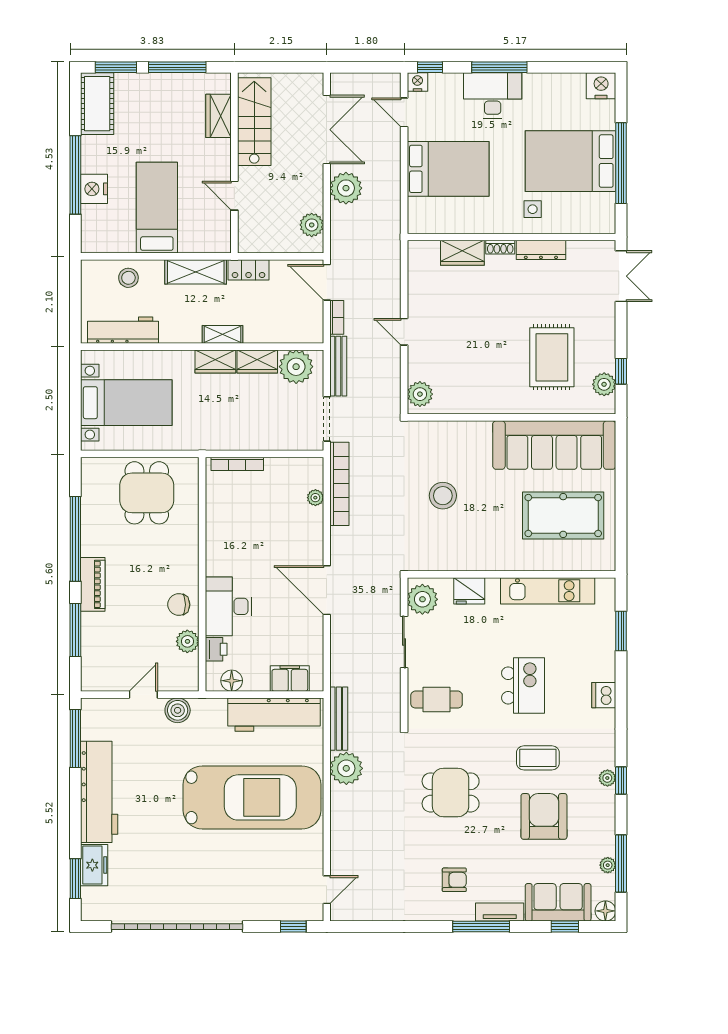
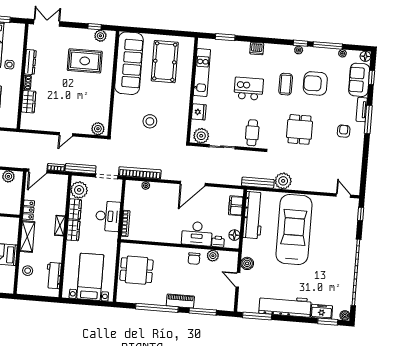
workbench: (123, 330) -> (54, 276), width x0.73
desk: (249, 428) -> (108, 216), added
window: (621, 863) -> (328, 45), moved
boiler: (90, 912) -> (345, 315), added

